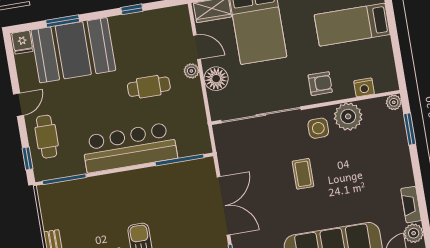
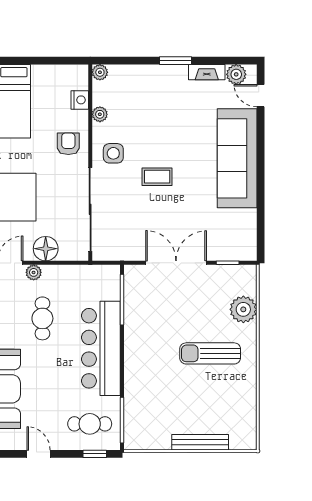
plant: (348, 116) -> (100, 114), width x0.53, depth x0.53
window: (410, 129) -> (175, 61), moved
cafe table: (47, 137) -> (90, 424), moved

